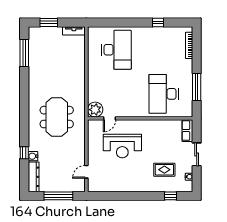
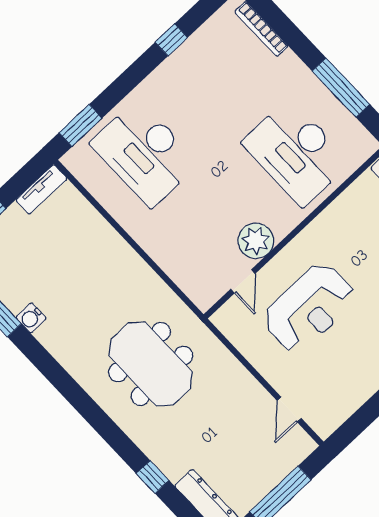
window: (105, 22) -> (81, 125), added
desk: (116, 50) -> (144, 153), turned 180
plant: (95, 110) -> (256, 241), moved
water cooler: (33, 156) -> (31, 318), moved

